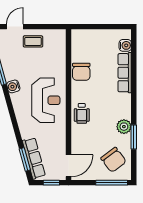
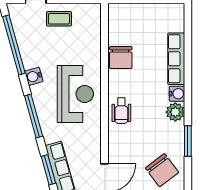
water cooler: (125, 45) -> (177, 94), moved
window: (13, 117) -> (34, 116), added
plant: (124, 127) -> (175, 112), moved

